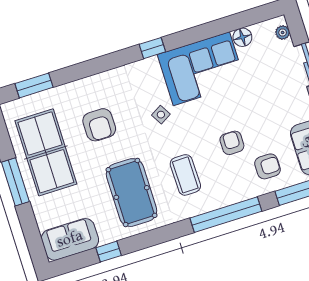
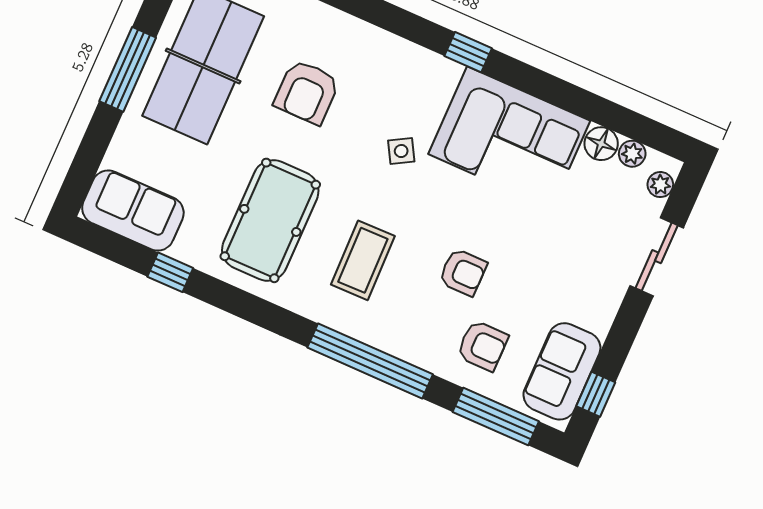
plant: (259, 30) -> (632, 154), added
armchair: (232, 143) -> (463, 272), turned 90

